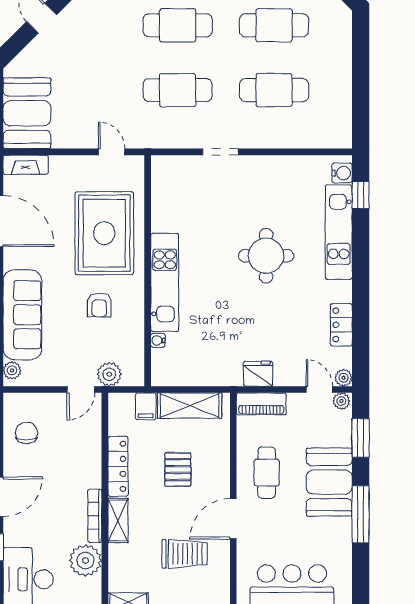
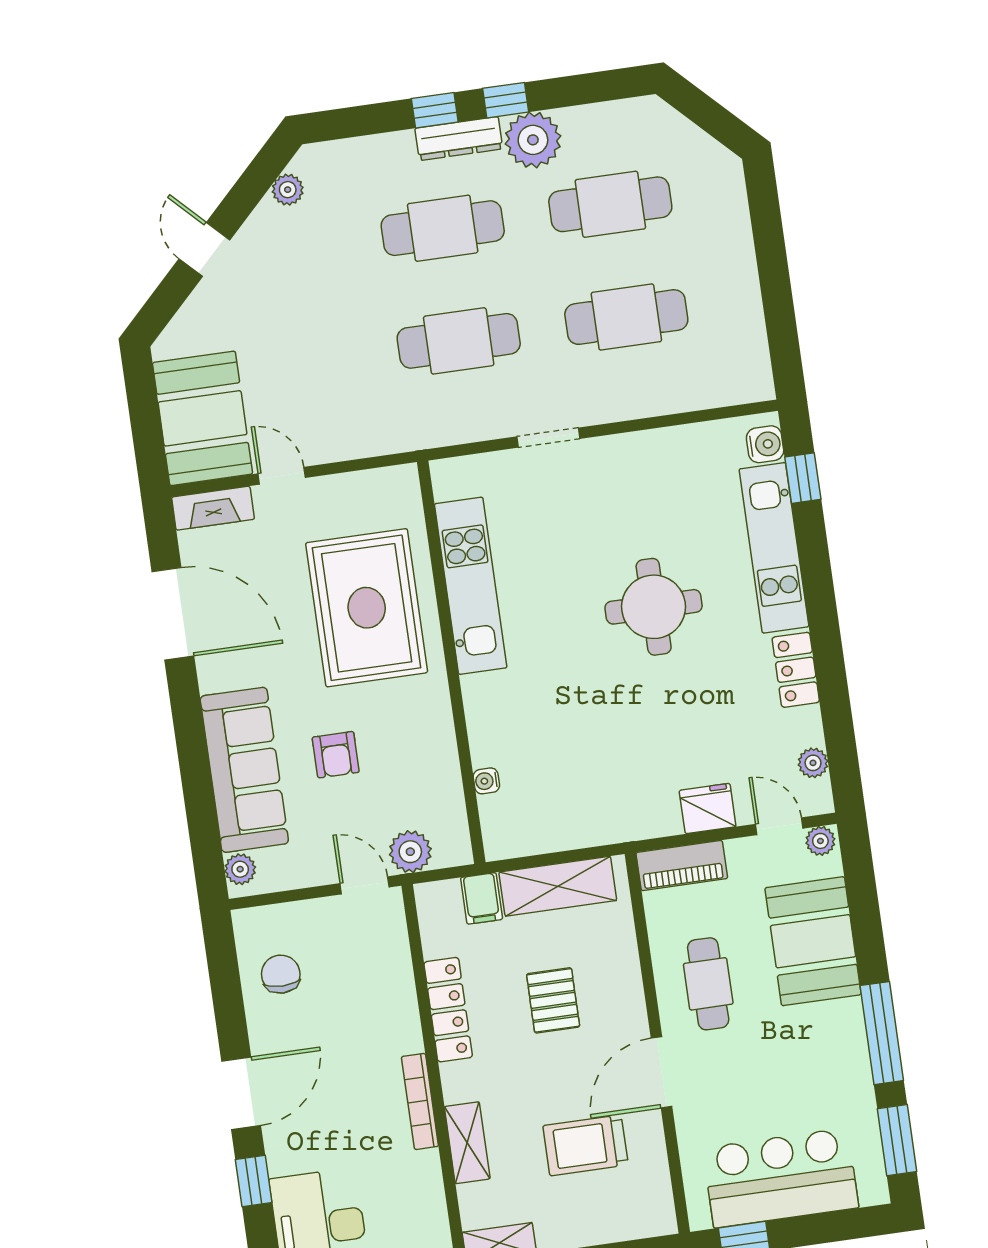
door: (112, 152) -> (282, 476), moved
kitchen unit: (165, 282) -> (471, 586), moved
armchair: (99, 305) -> (336, 755), moved
locker: (341, 325) -> (796, 670), moved
fridge: (258, 374) -> (708, 808), moved
plant: (343, 378) -> (813, 763), moved
door: (81, 390) -> (365, 885), swing flipped
window: (361, 438) -> (897, 1140), moved
booth: (329, 482) -> (813, 941), moved
shelving: (118, 520) -> (467, 1143), moved
trolley: (185, 554) -> (586, 1145), turned 180
plant: (85, 560) -> (415, 1181), removed

